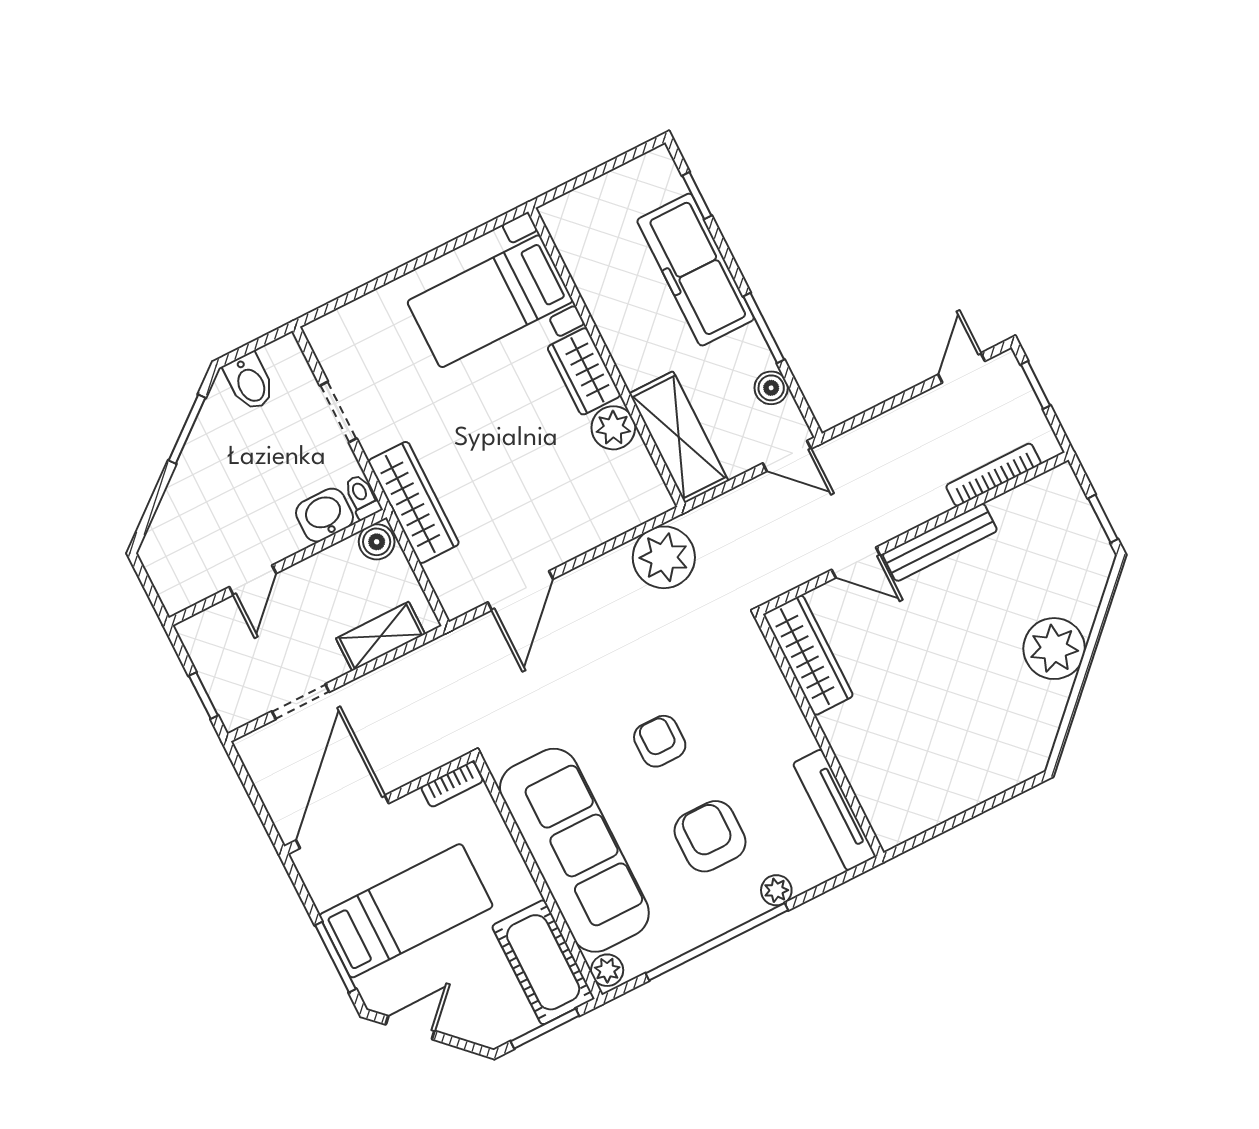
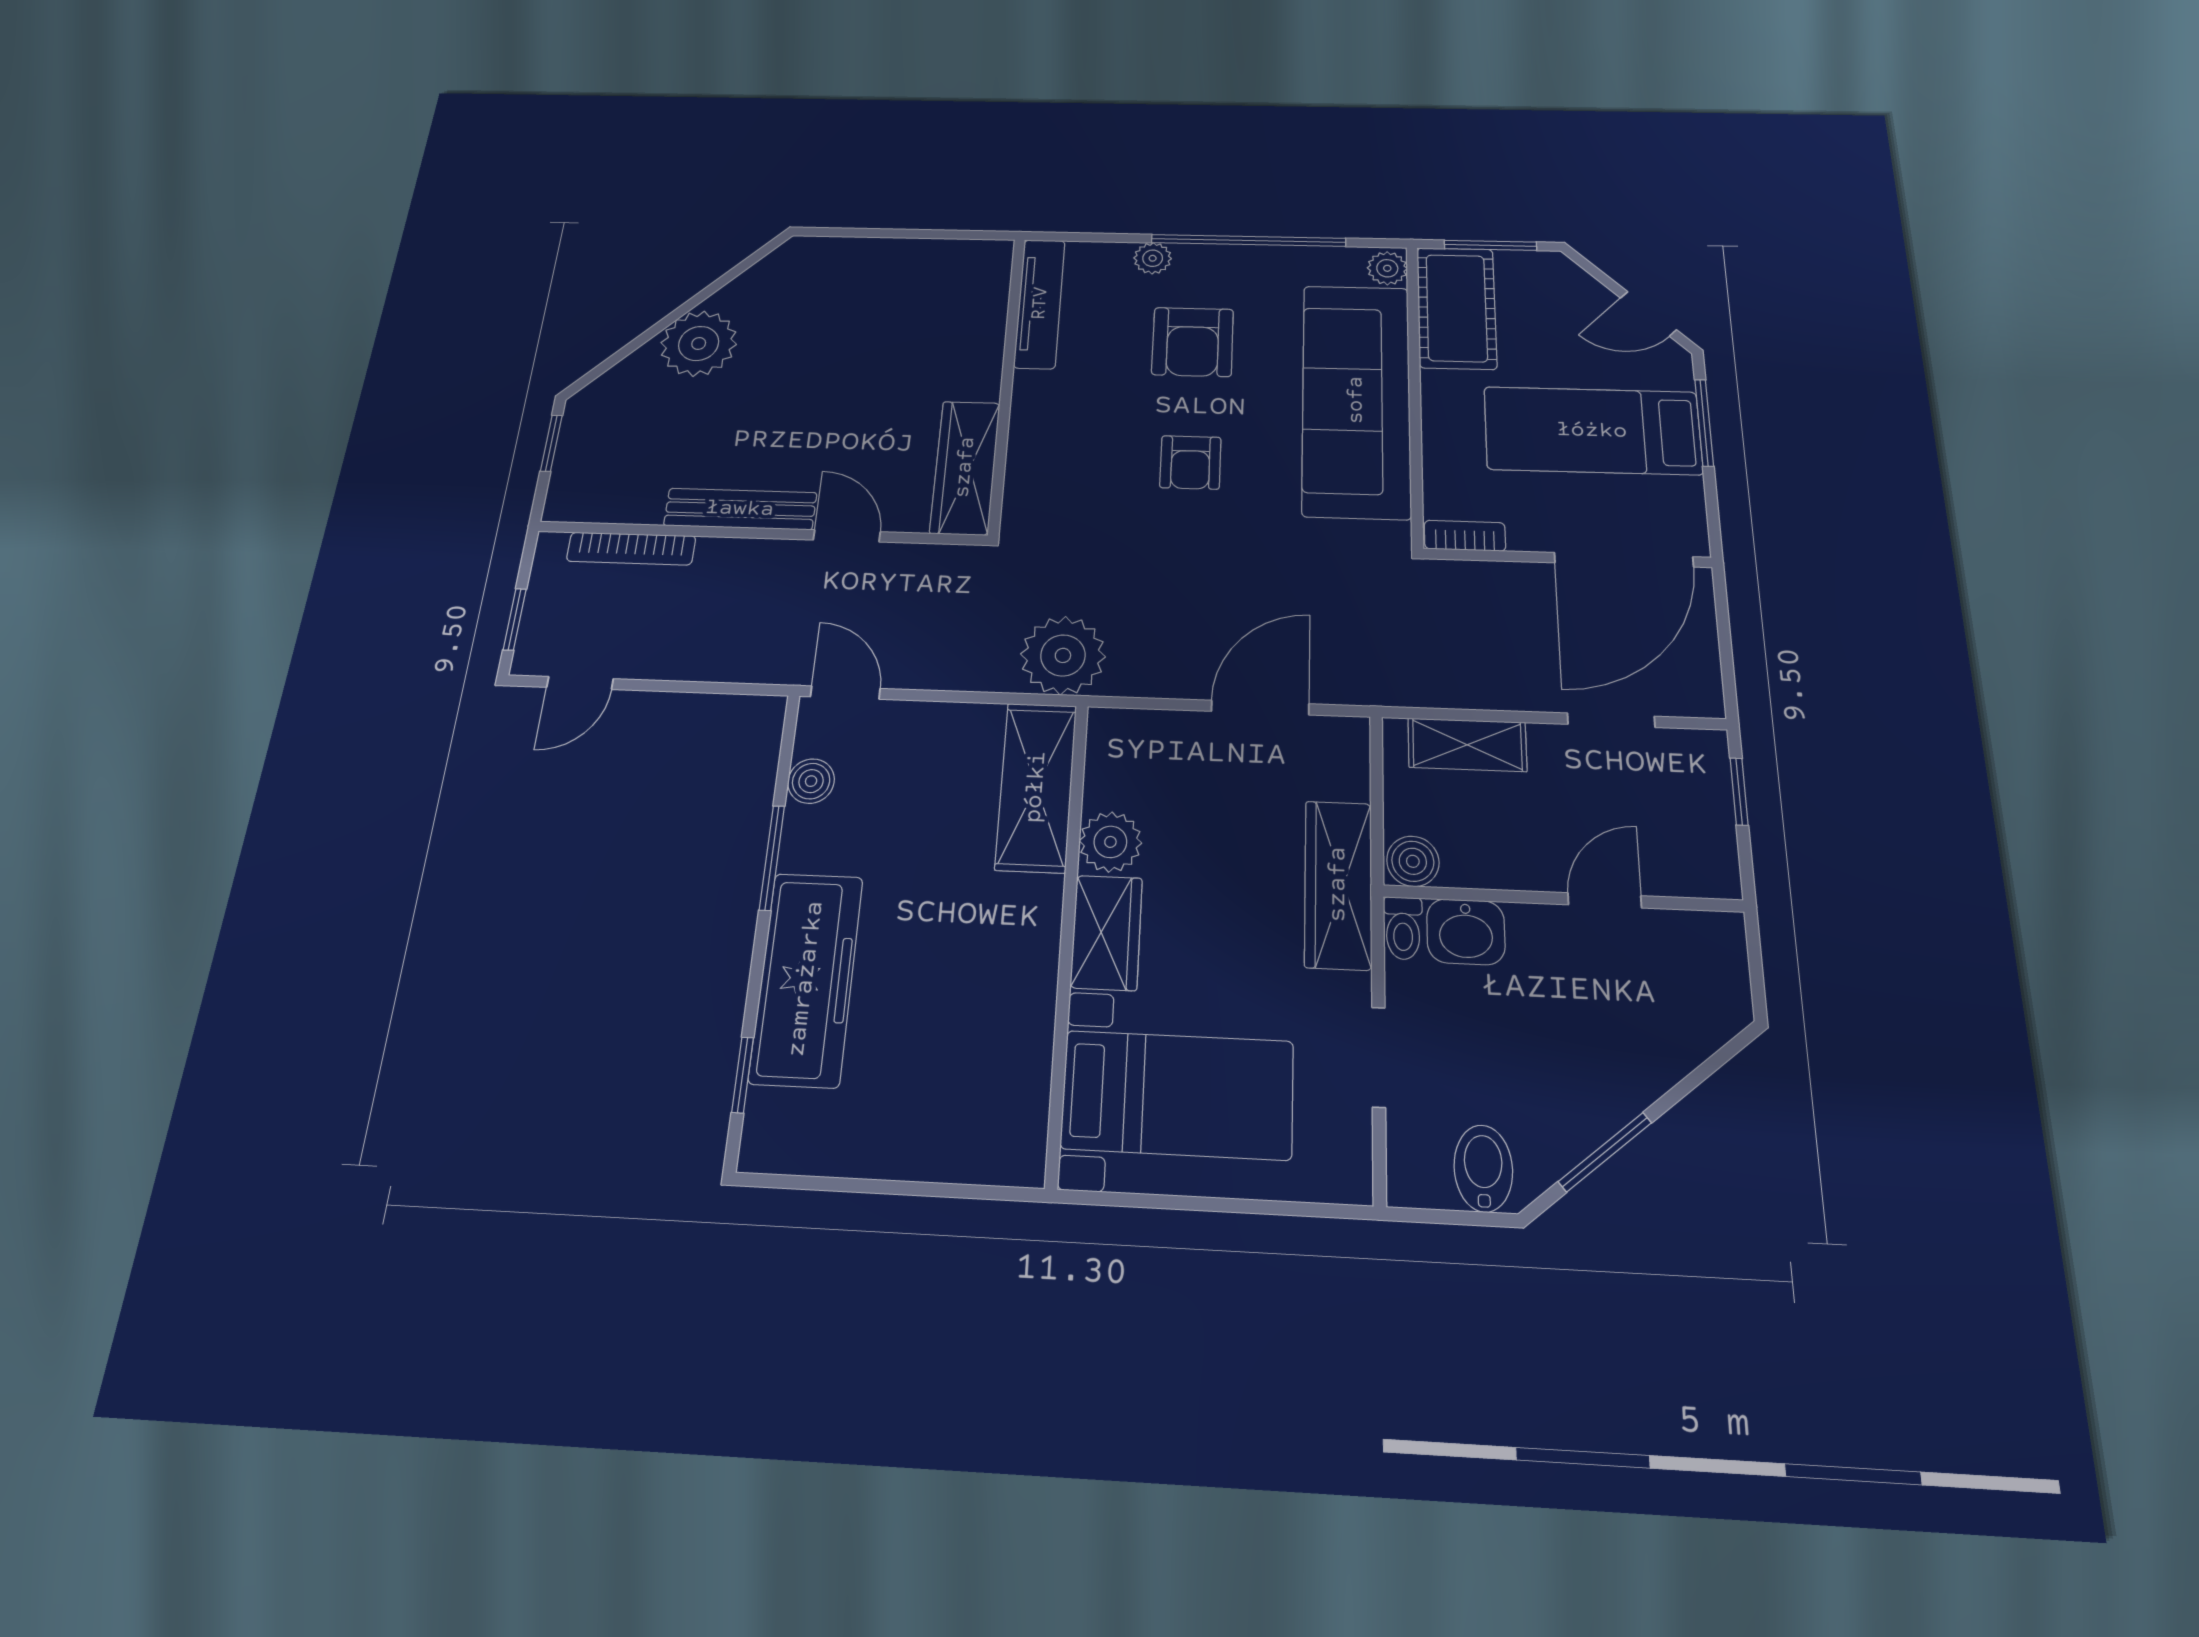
bed with nightstands: (490, 301) -> (1178, 1095), moved
wall: (606, 357) -> (1067, 934), moved
wardrobe: (584, 371) -> (1106, 933), moved
plant: (613, 428) -> (1110, 842), moved
shelving: (679, 437) -> (1036, 787), moved

